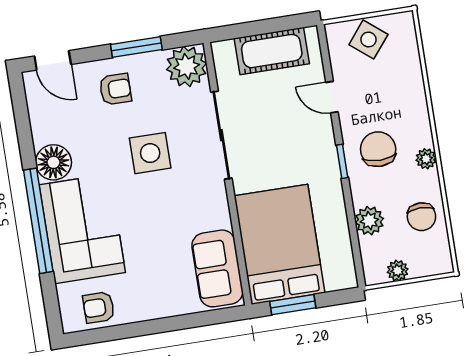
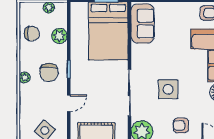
door: (332, 97) -> (69, 103), hinge flipped
plant: (426, 159) -> (25, 77), moved
chair: (421, 217) -> (32, 34), turned 90

